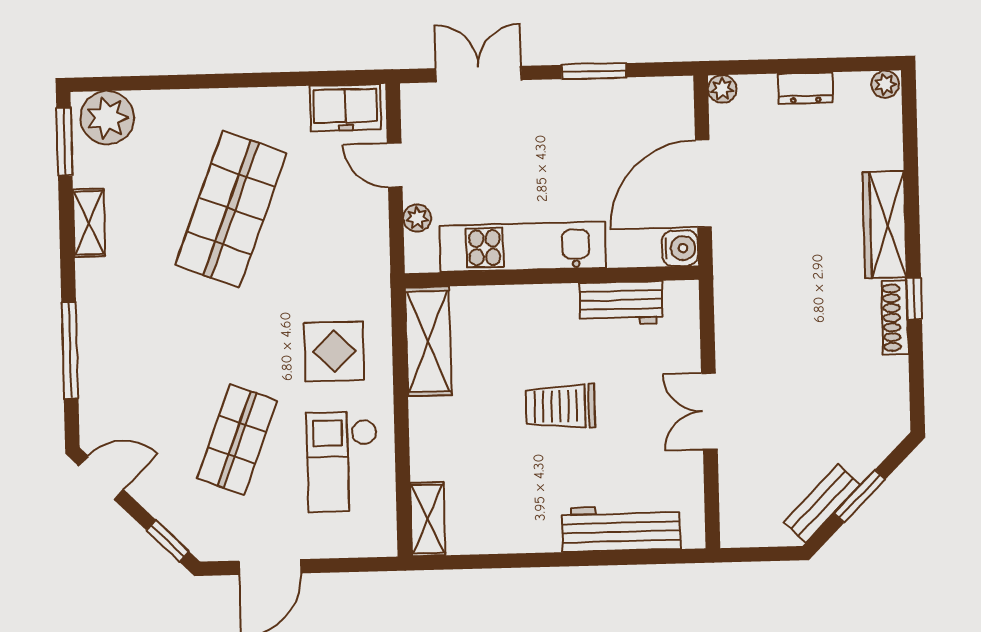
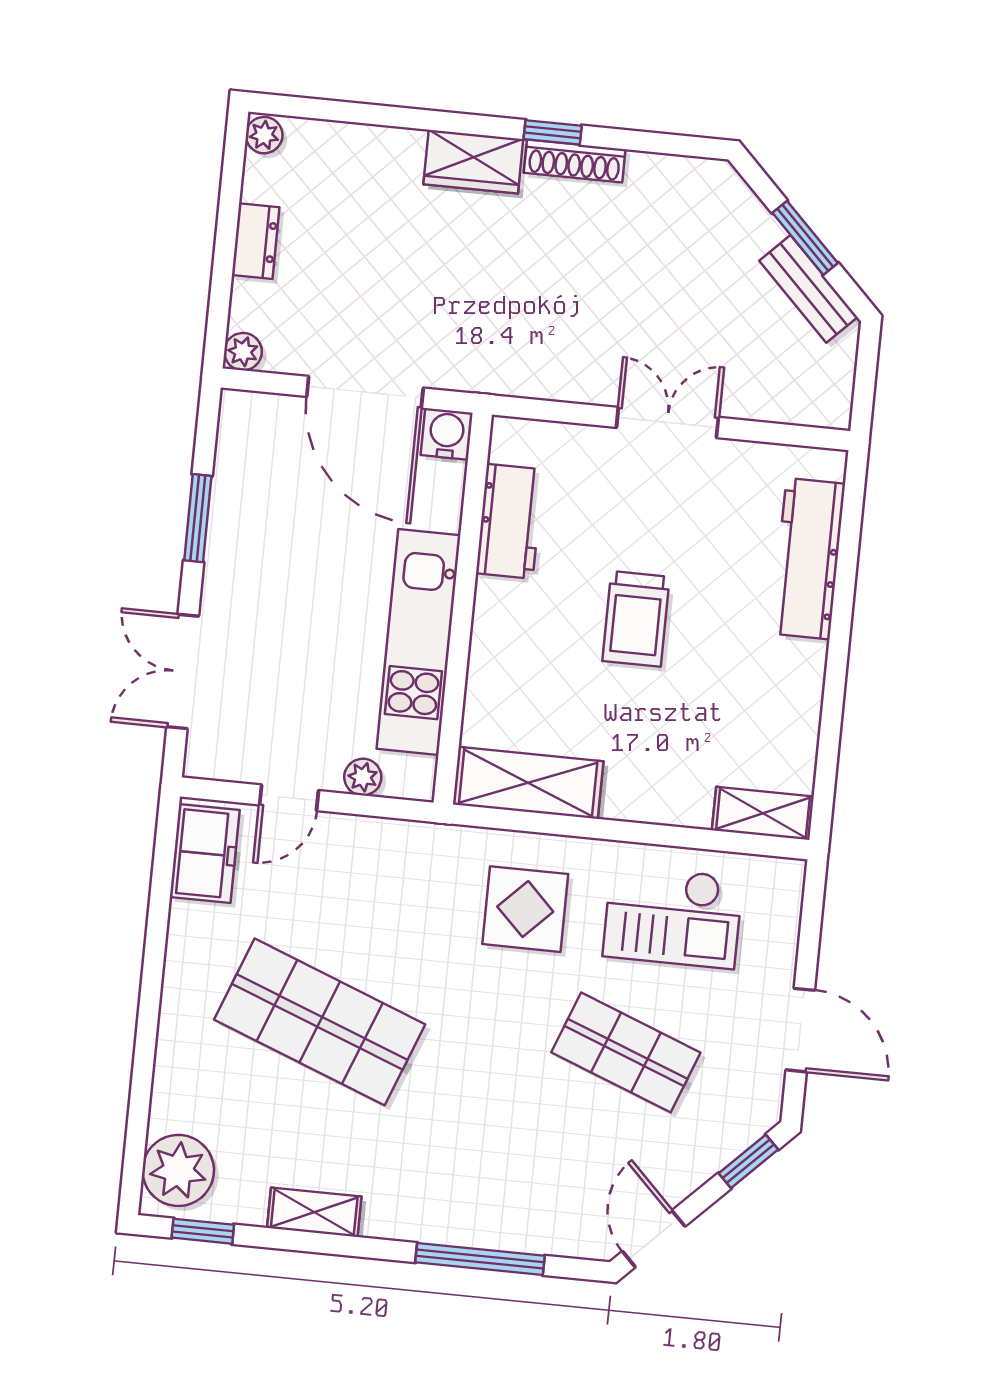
window: (64, 142) -> (203, 1231), width x0.67
wardrobe: (885, 225) -> (473, 162), width x0.67
double door: (709, 411) -> (667, 422), swing flipped

